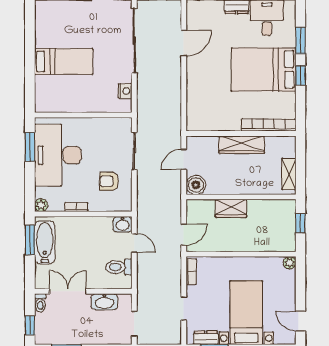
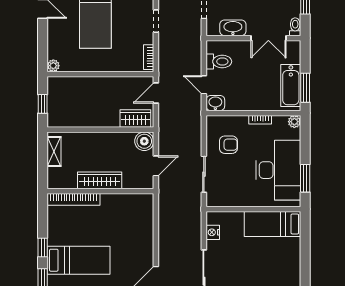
bed: (64, 62) -> (273, 224), moved
bed: (264, 70) -> (79, 260), width x0.67
wardrobe: (231, 208) -> (135, 118), moved

